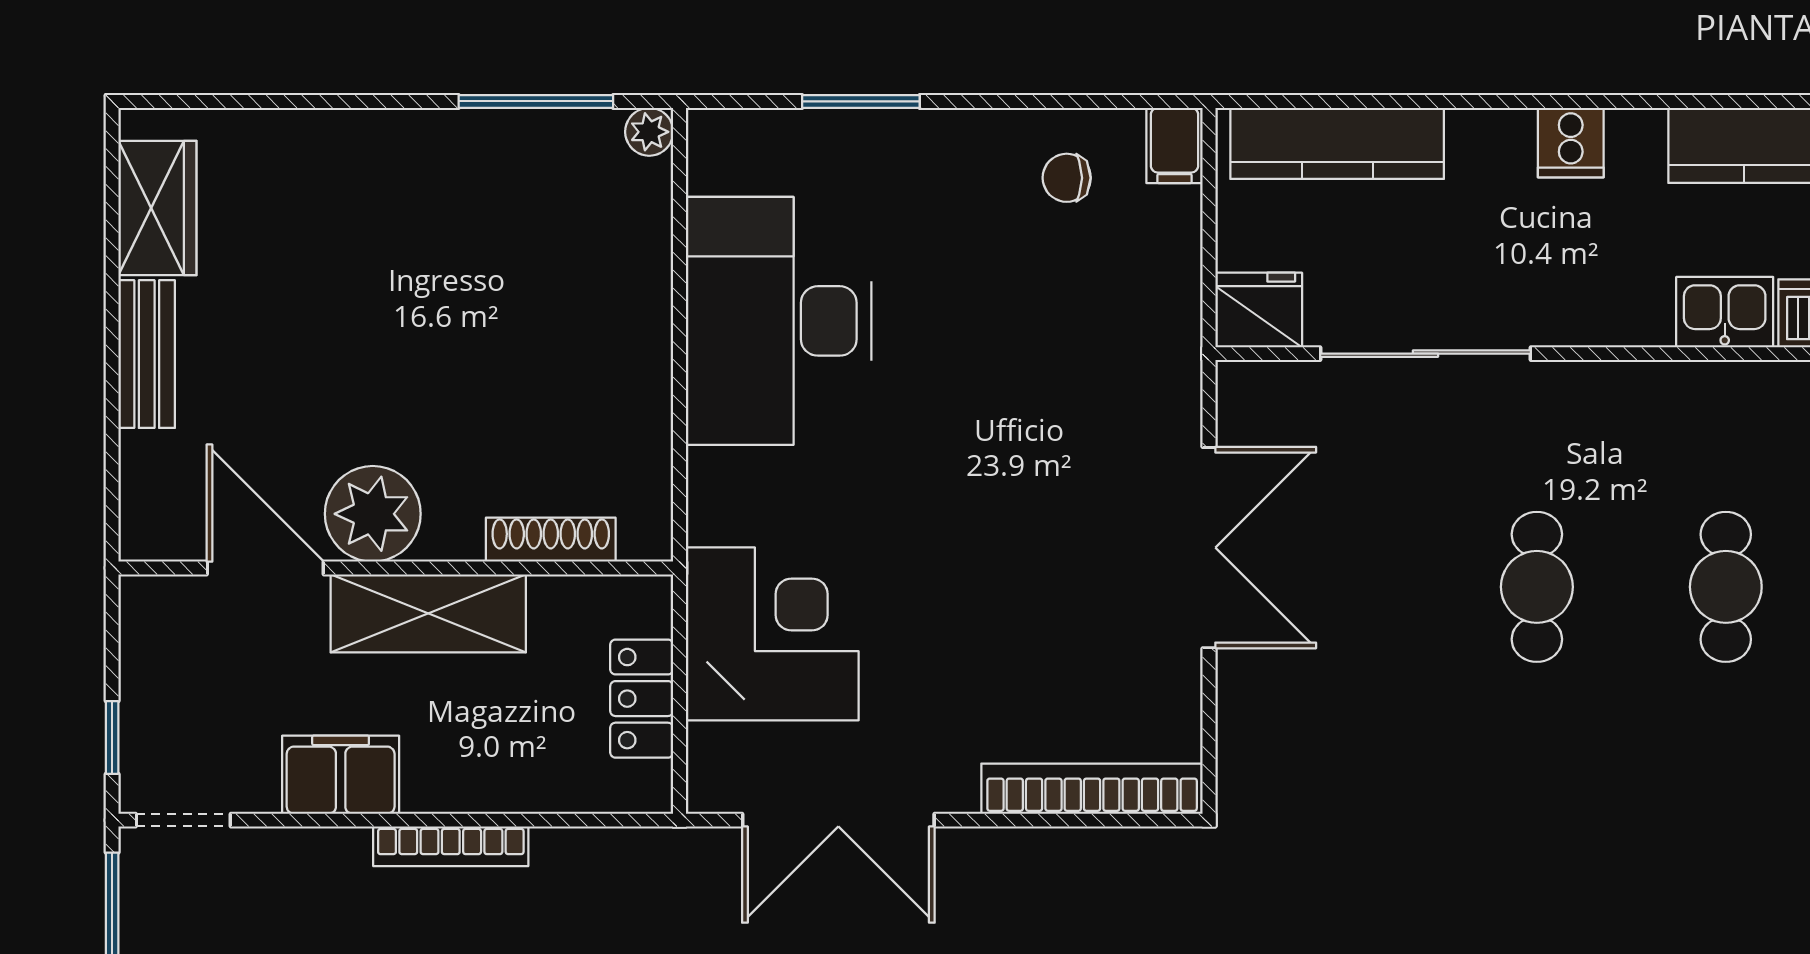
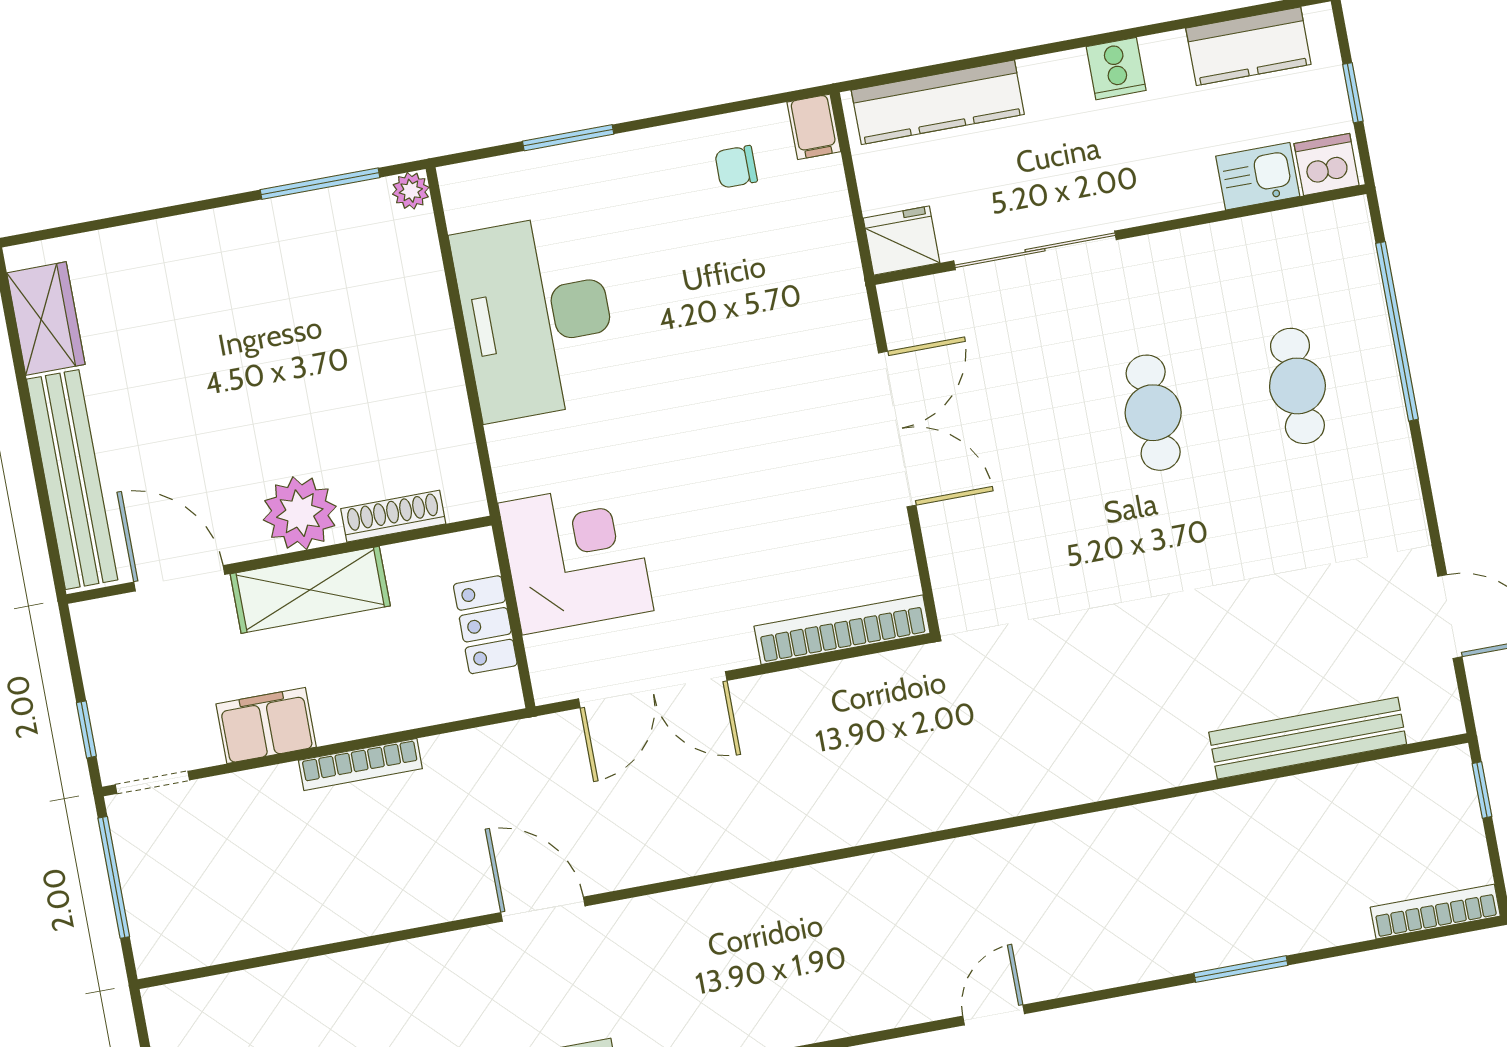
bench: (147, 354) -> (72, 480), width x1.86, depth x1.21
plant: (373, 514) -> (300, 513), moved

